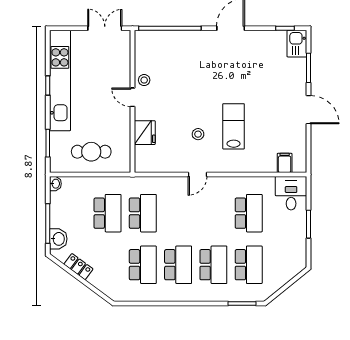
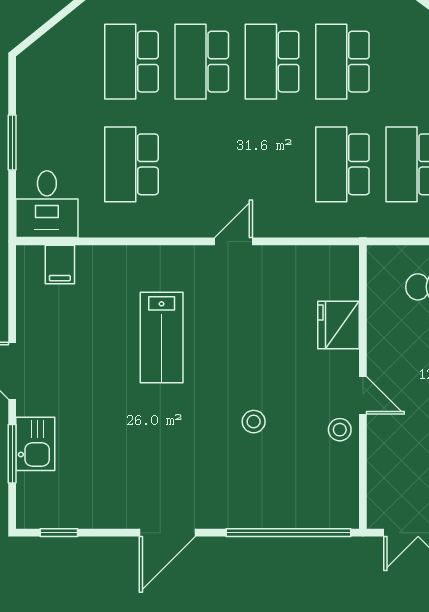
kitchen sink: (297, 44) -> (35, 444), moved
stool: (198, 134) -> (254, 422), moved

